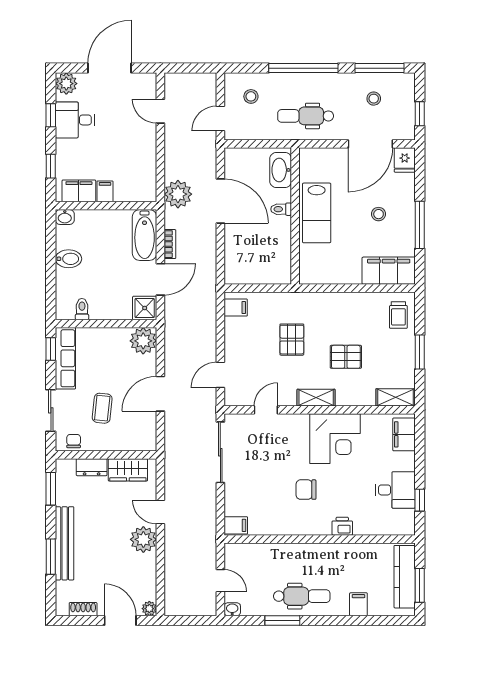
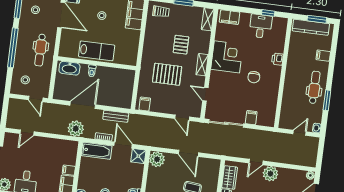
bench: (208, 260) -> (116, 116), added
pallet: (292, 340) -> (167, 74), width x1.50, depth x1.42
filing cabinet: (236, 525) -> (251, 118), moved

